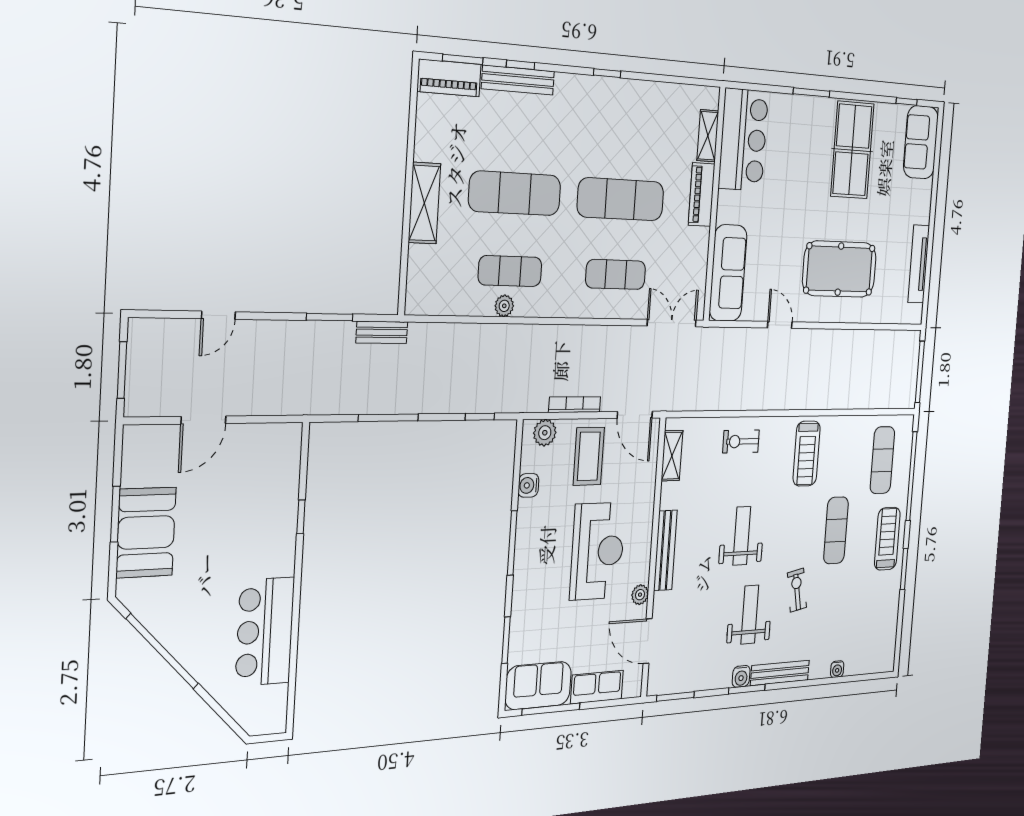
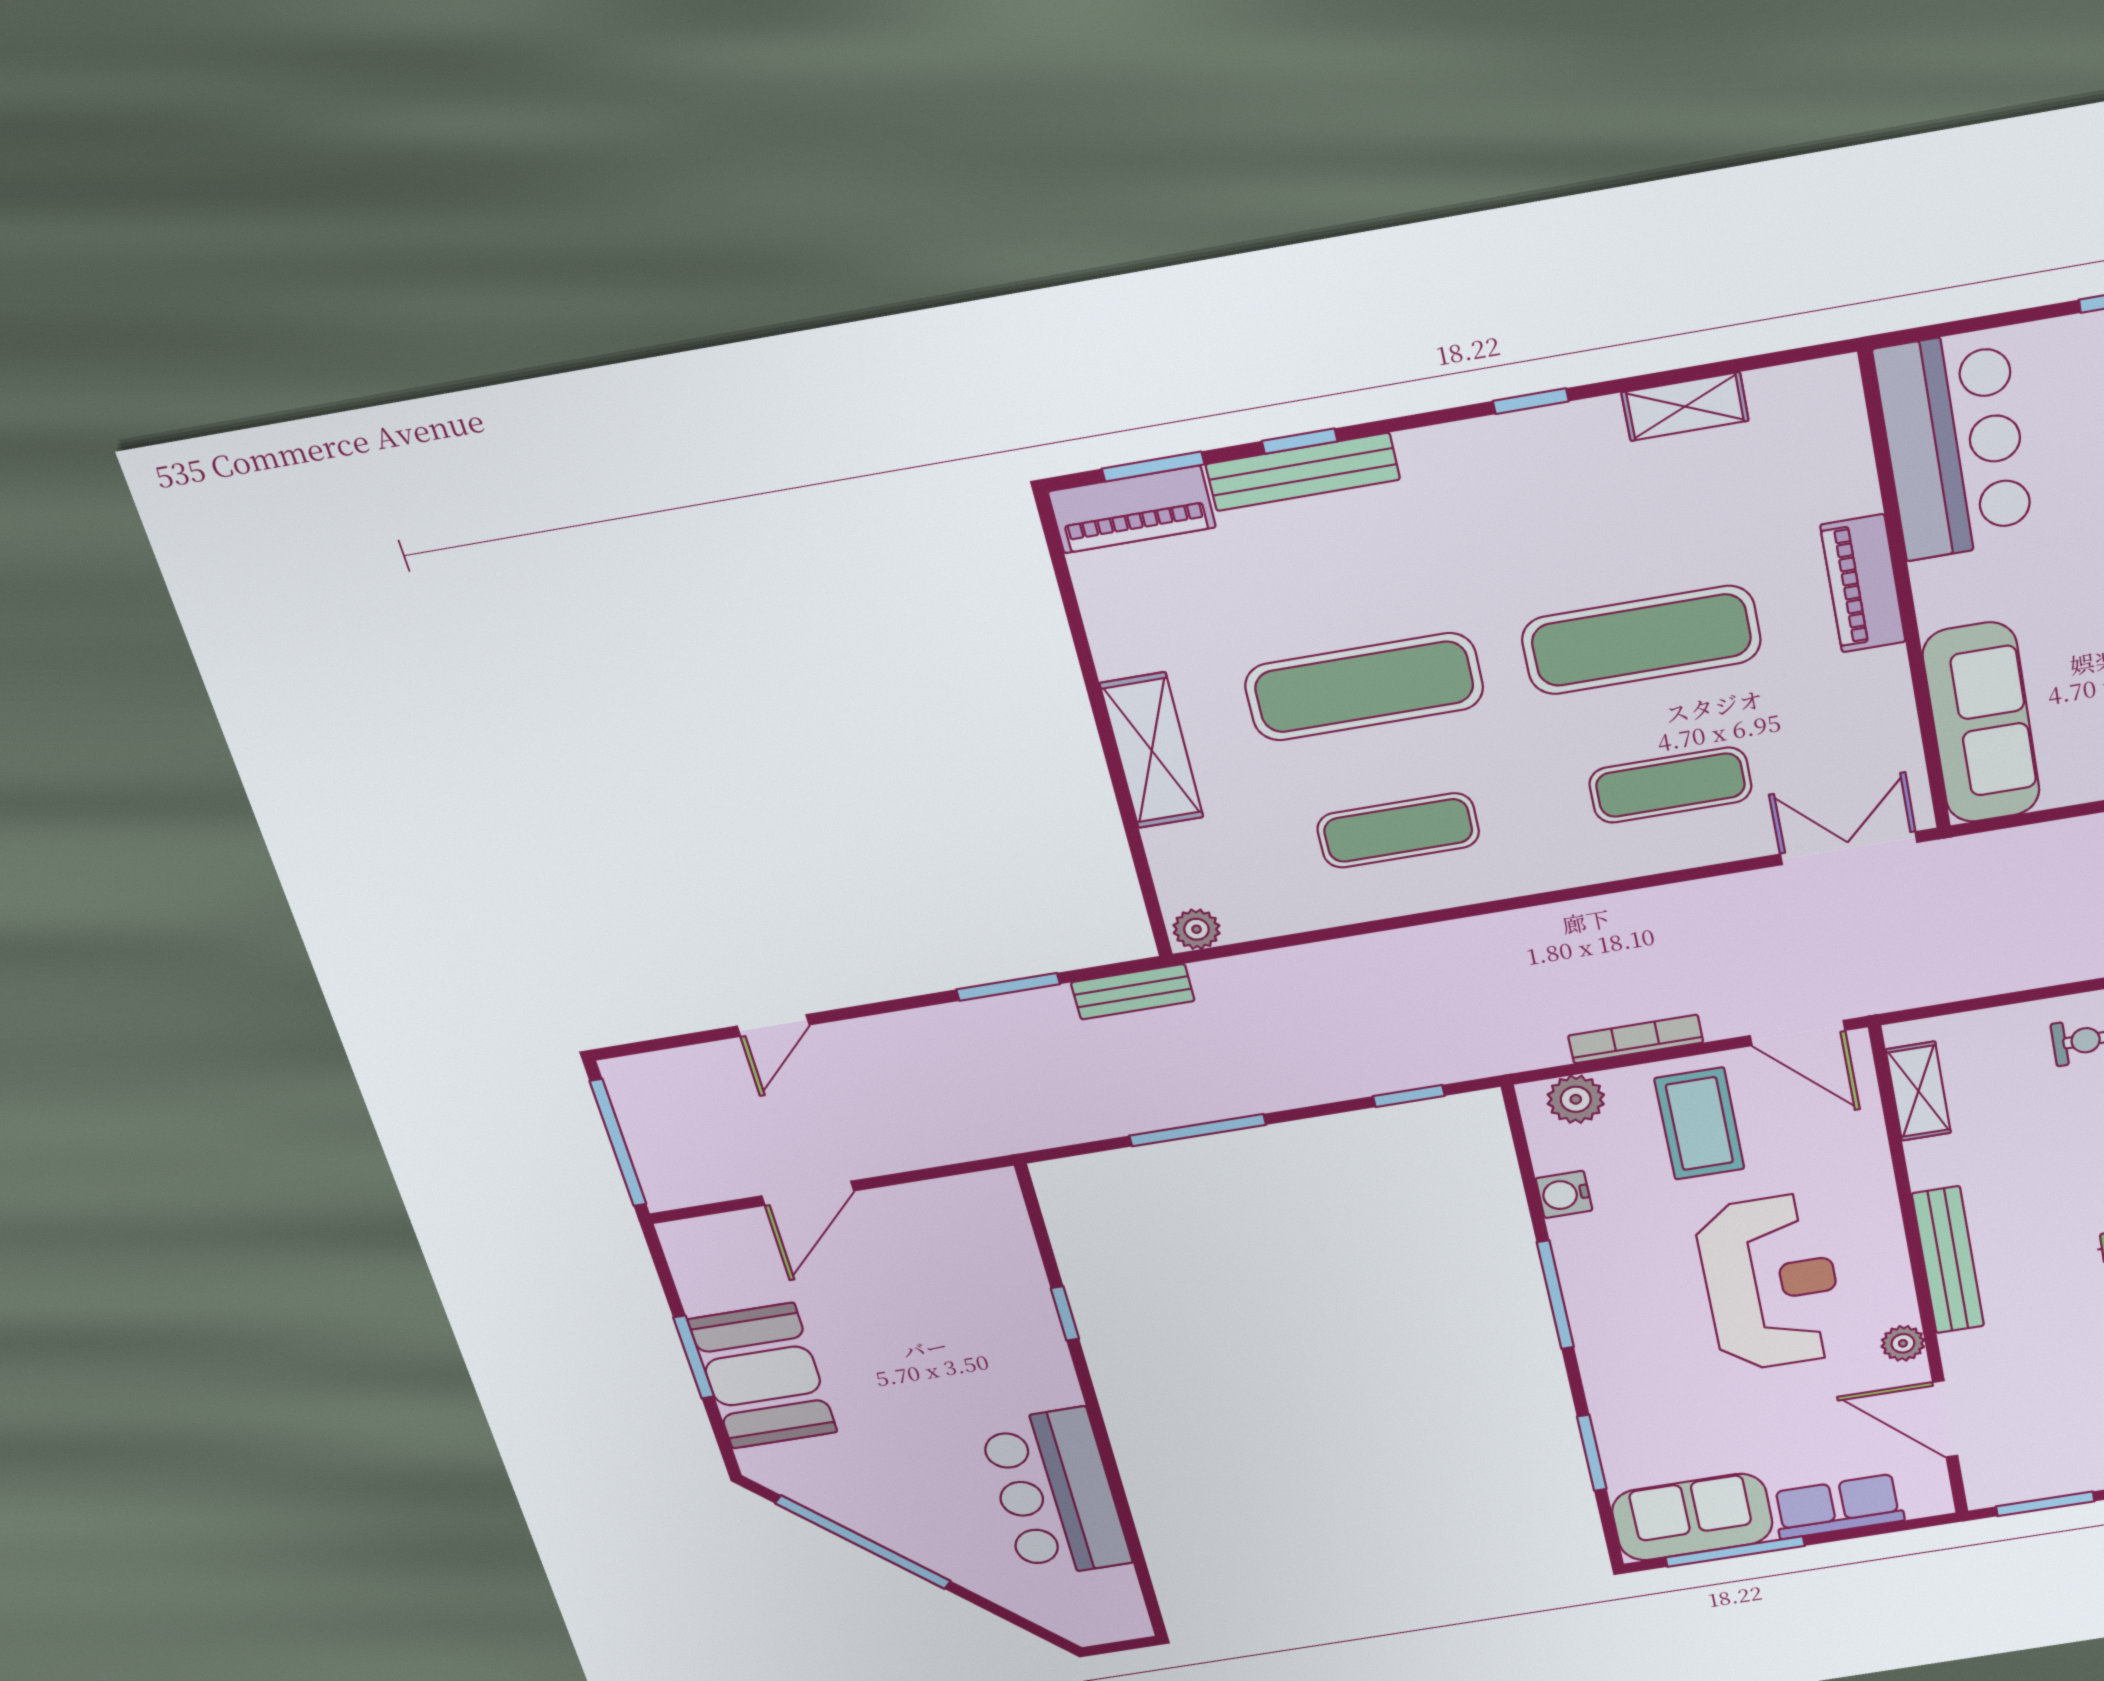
shelving: (708, 136) -> (1685, 407), moved, turned 90
plant: (504, 306) -> (1197, 929), moved
window: (122, 370) -> (618, 1143), width x1.44

